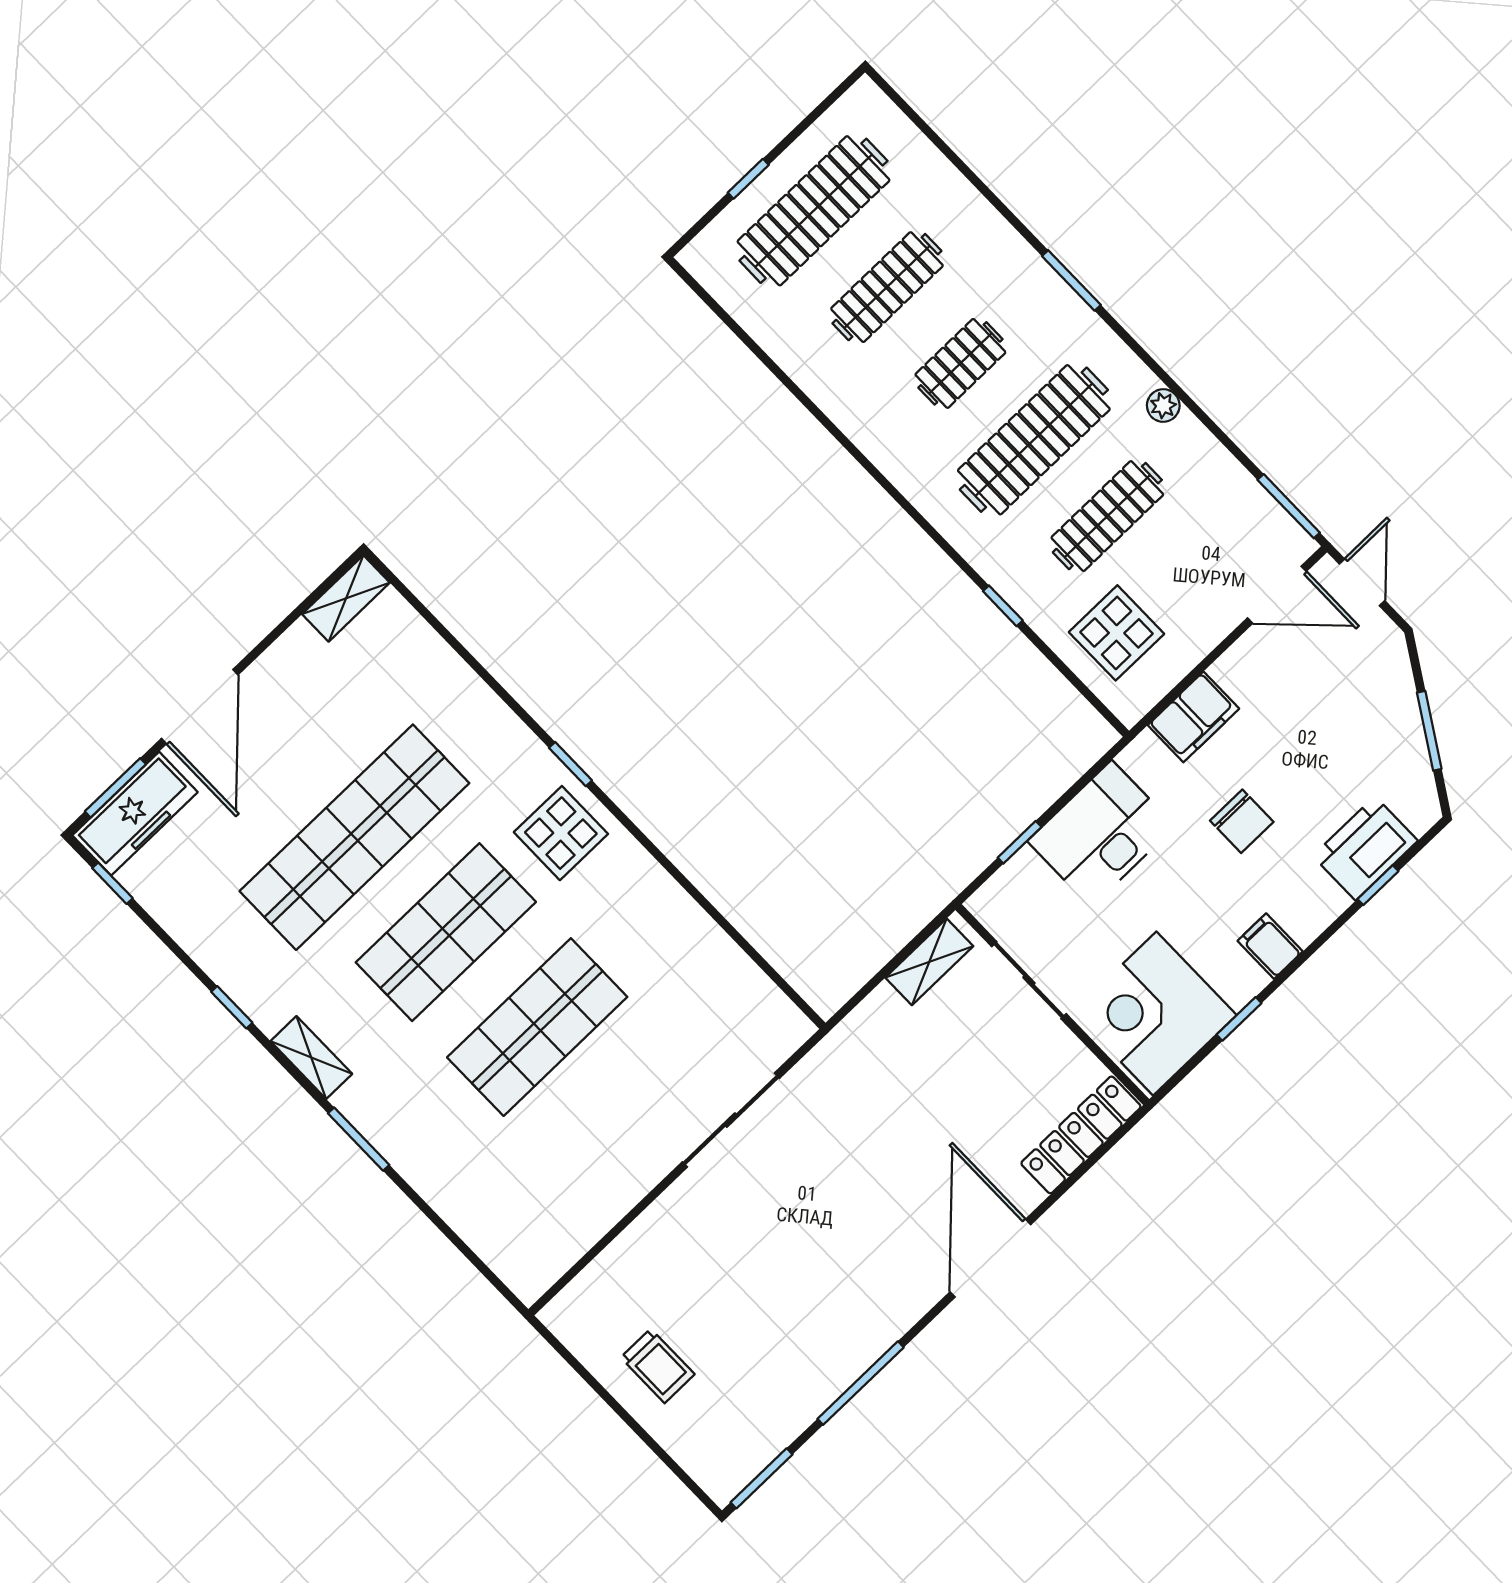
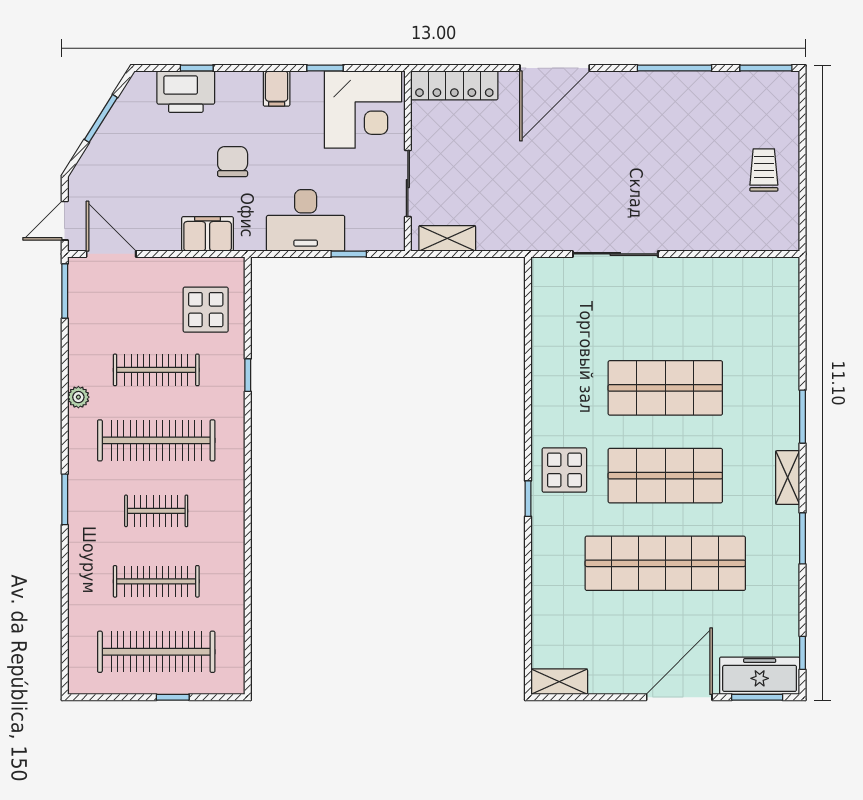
window: (232, 1007) -> (803, 538), width x1.50

